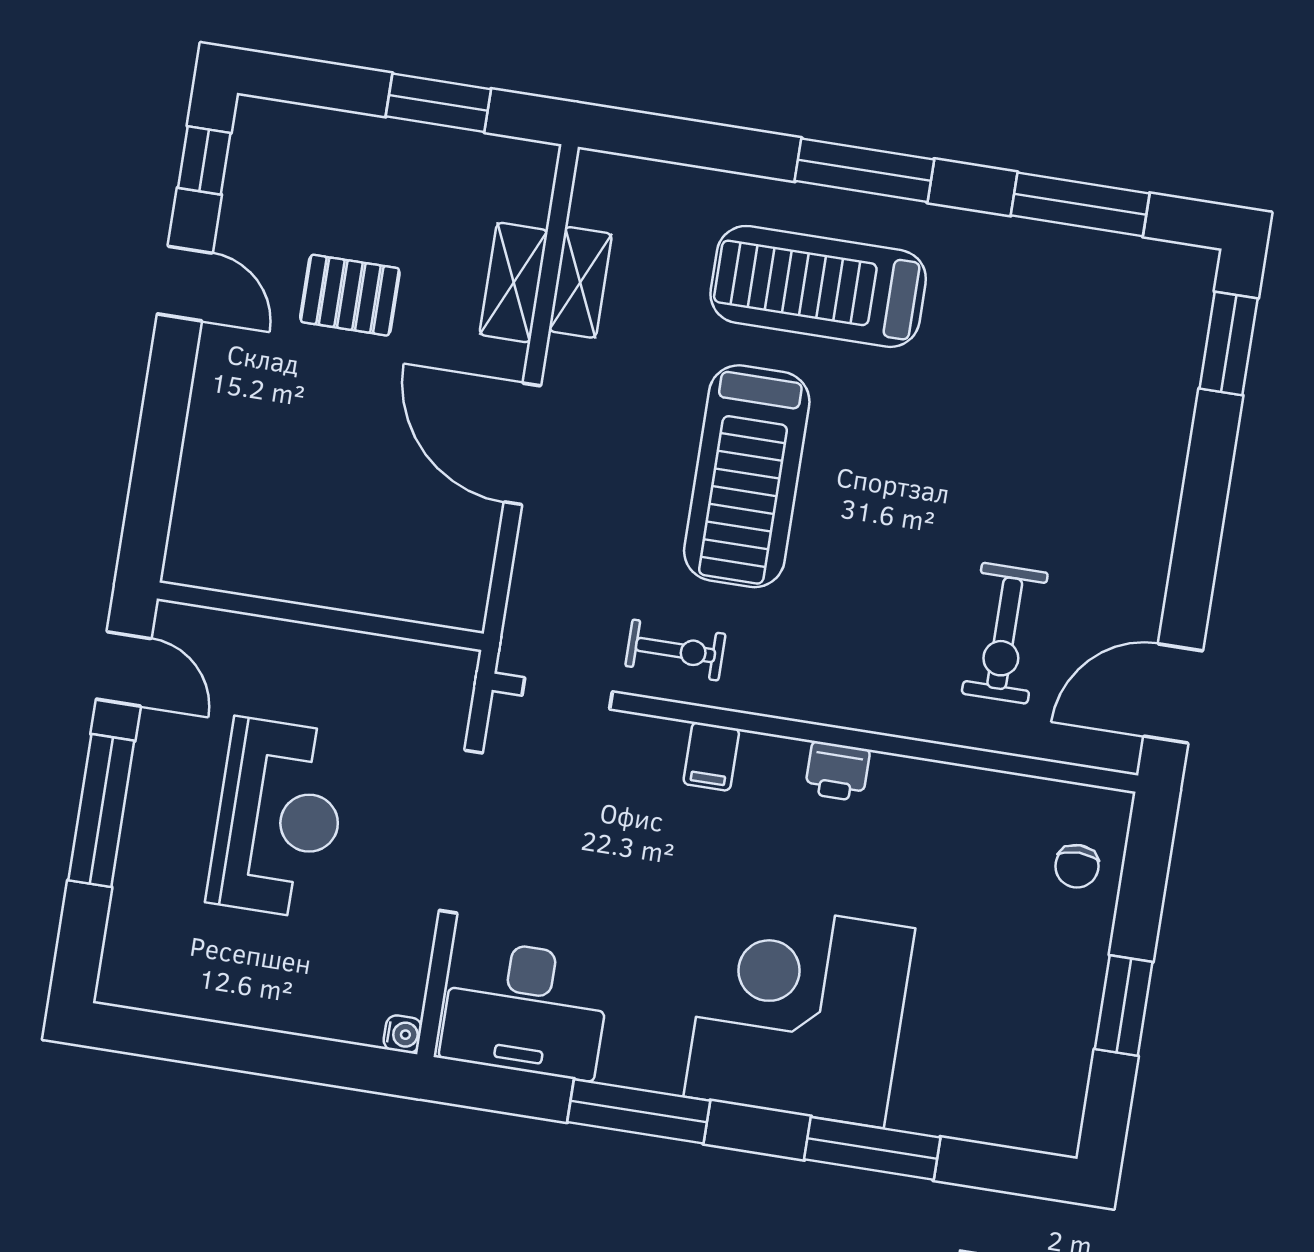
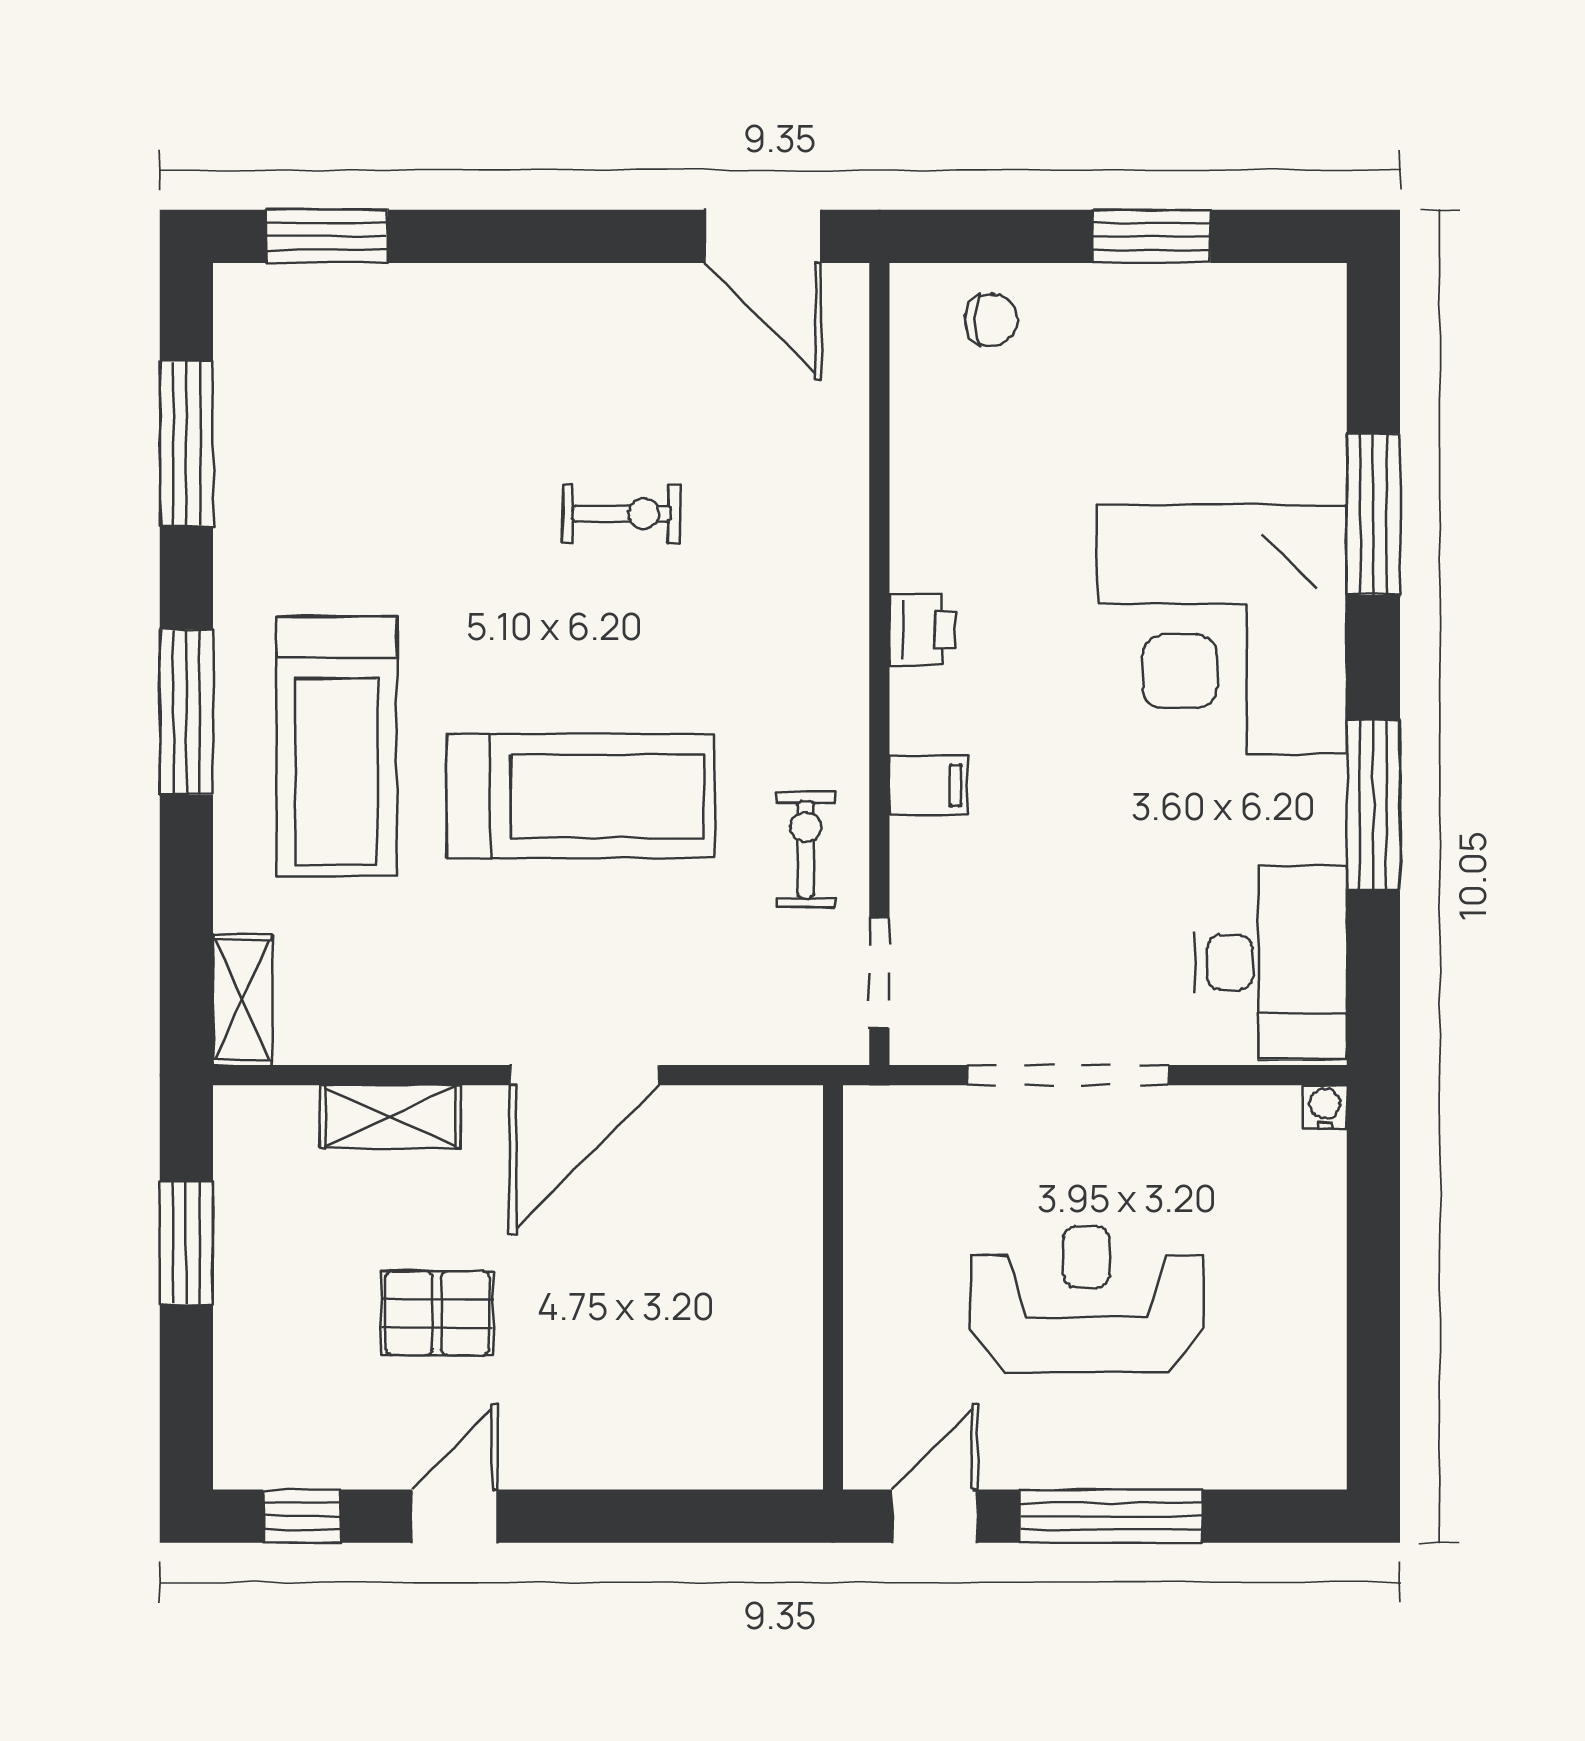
shelving: (580, 282) -> (242, 1000), moved, turned 90
pallet: (350, 295) -> (437, 1313), turned 90
exercise bike: (1005, 633) -> (621, 514), moved, width x0.73, depth x0.72

